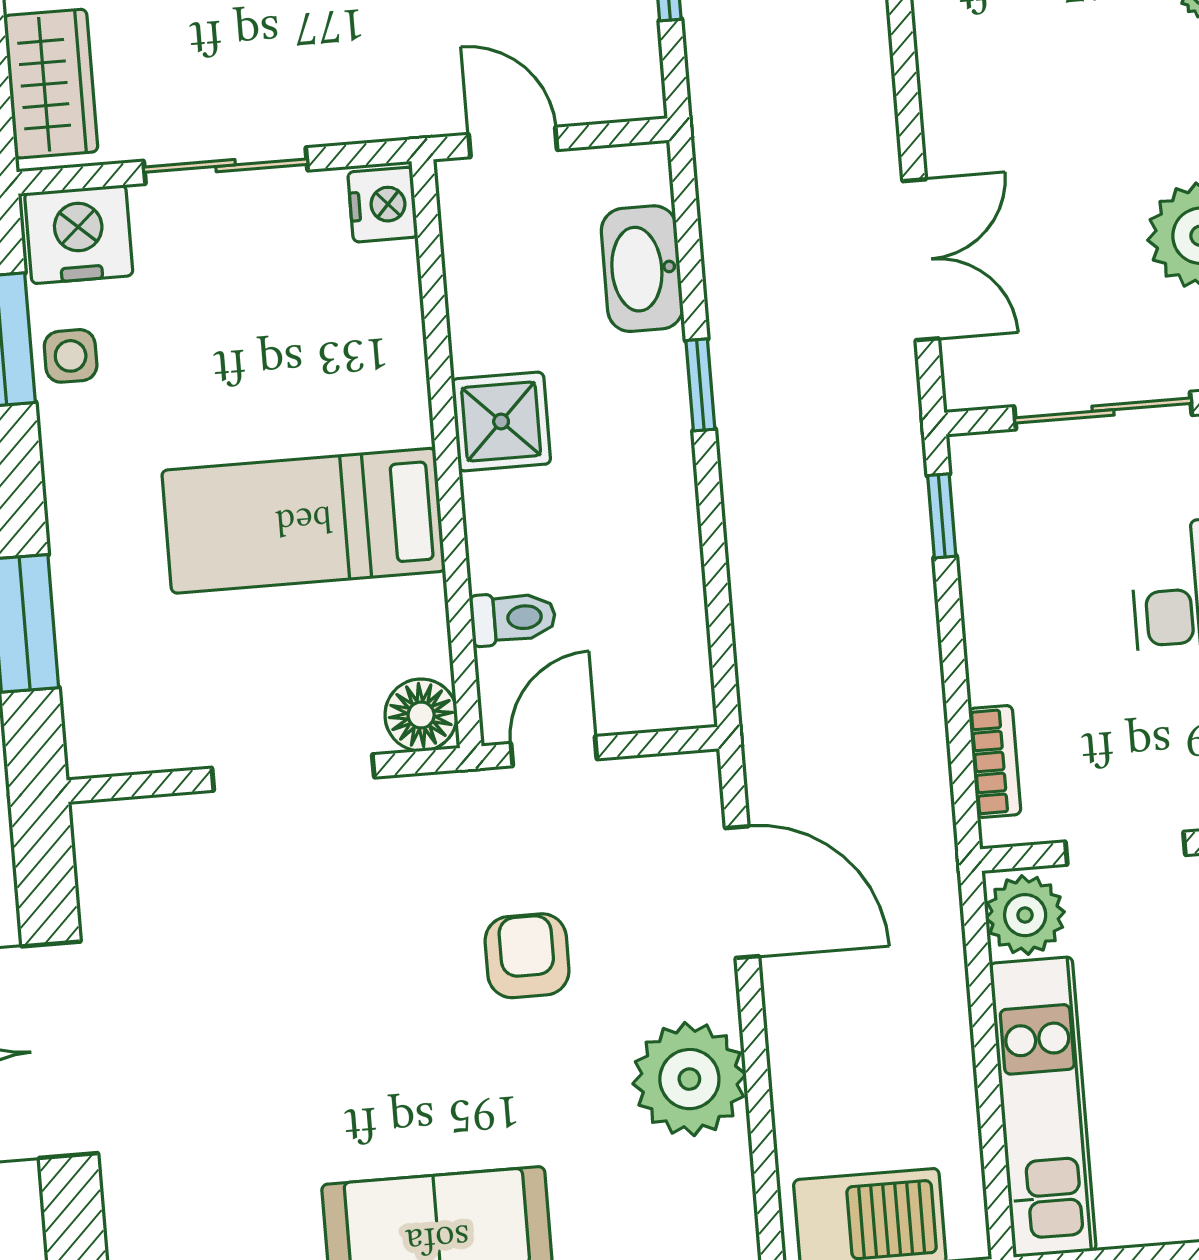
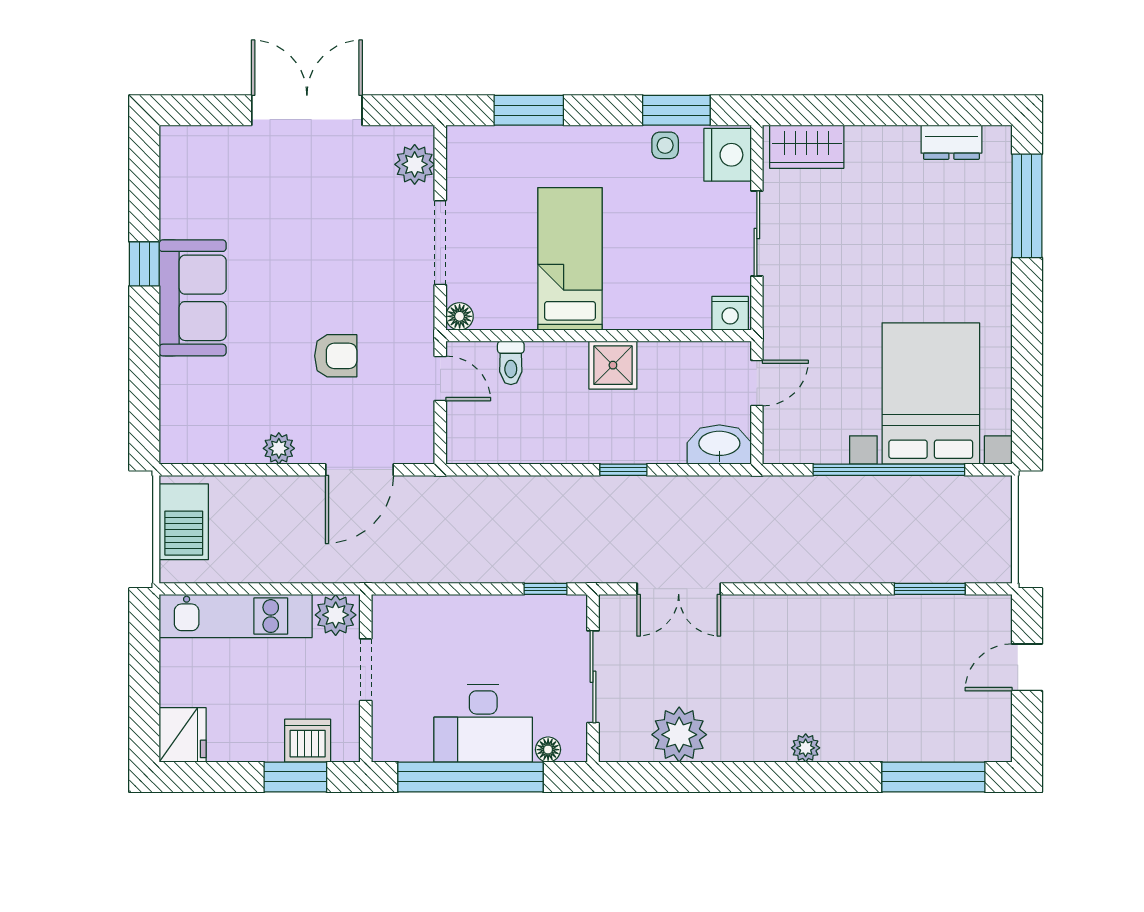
washbasin: (642, 269) -> (719, 445), moved
floor lamp: (421, 715) -> (460, 316), width x0.73, depth x0.73
bookcase: (995, 761) -> (416, 606), removed
plant: (147, 834) -> (415, 164), added
plant: (689, 1079) -> (279, 448), width x0.53, depth x0.53

